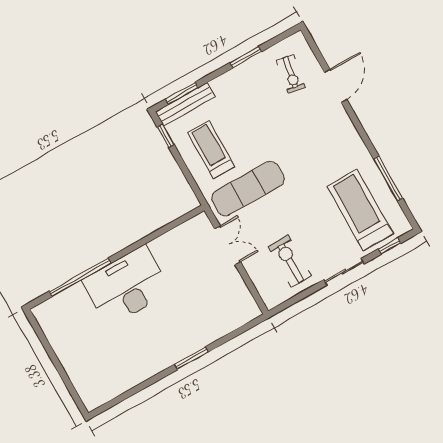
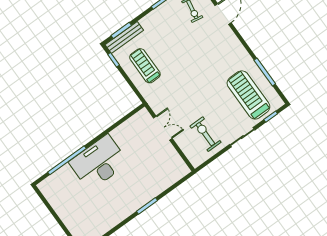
exercise mat: (248, 189) -> (172, 89), removed

